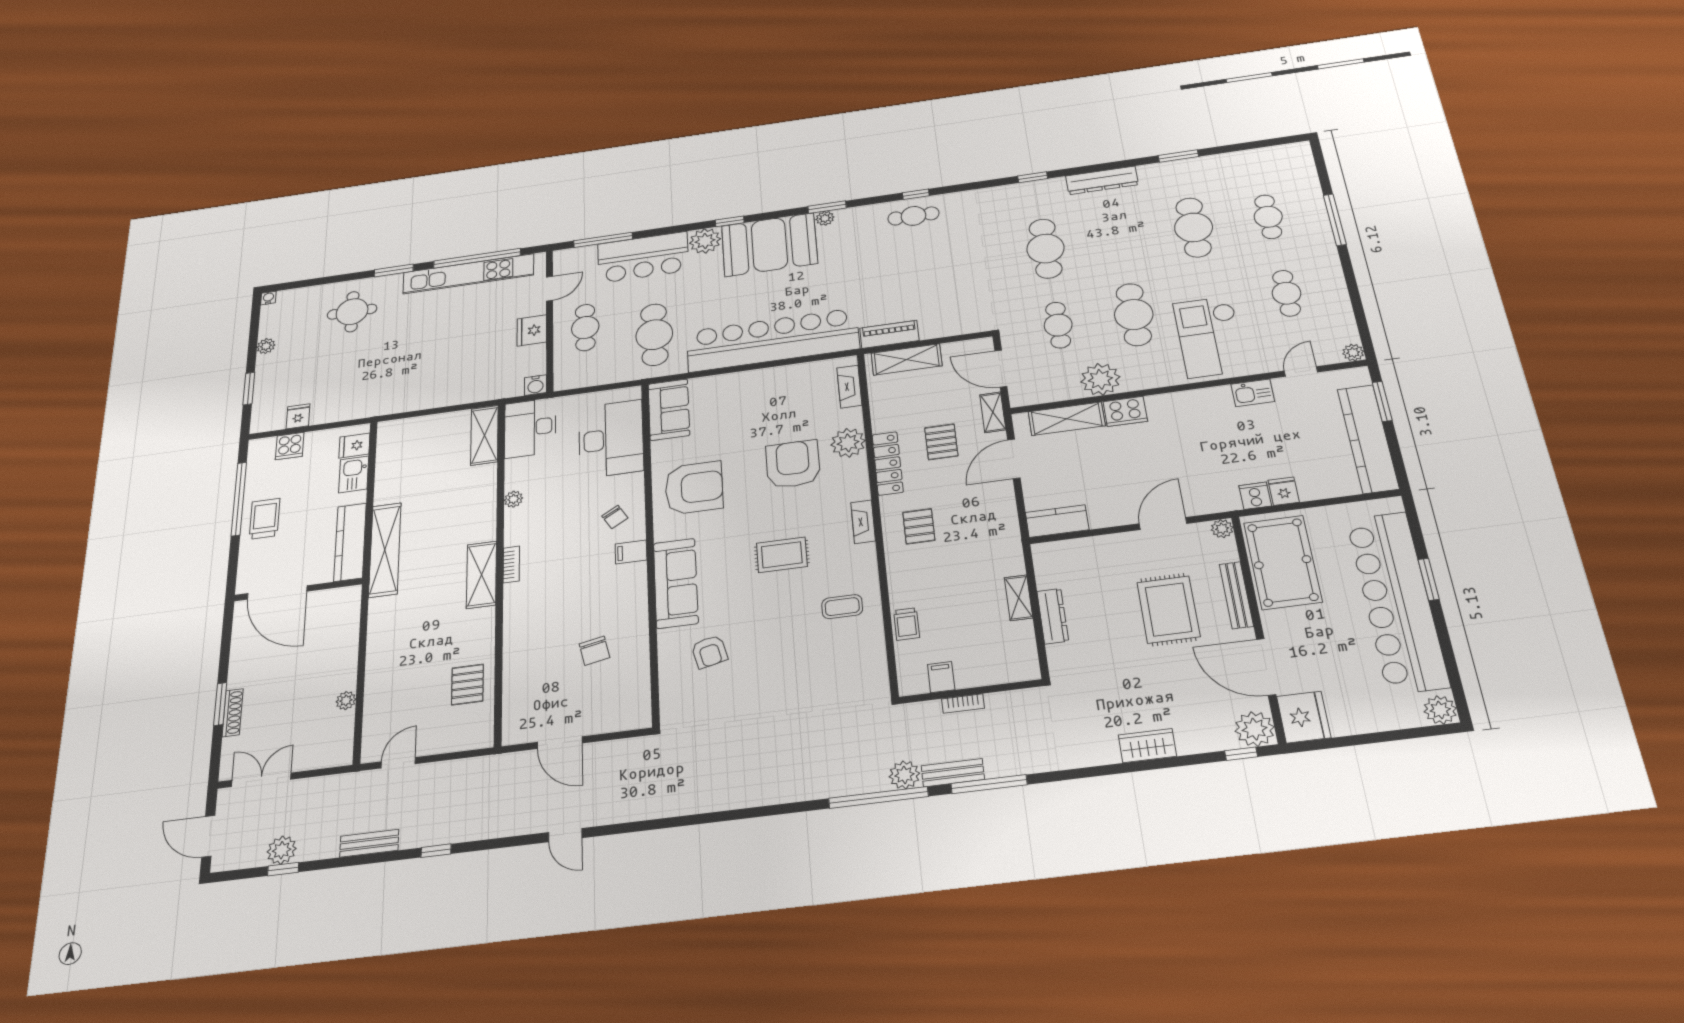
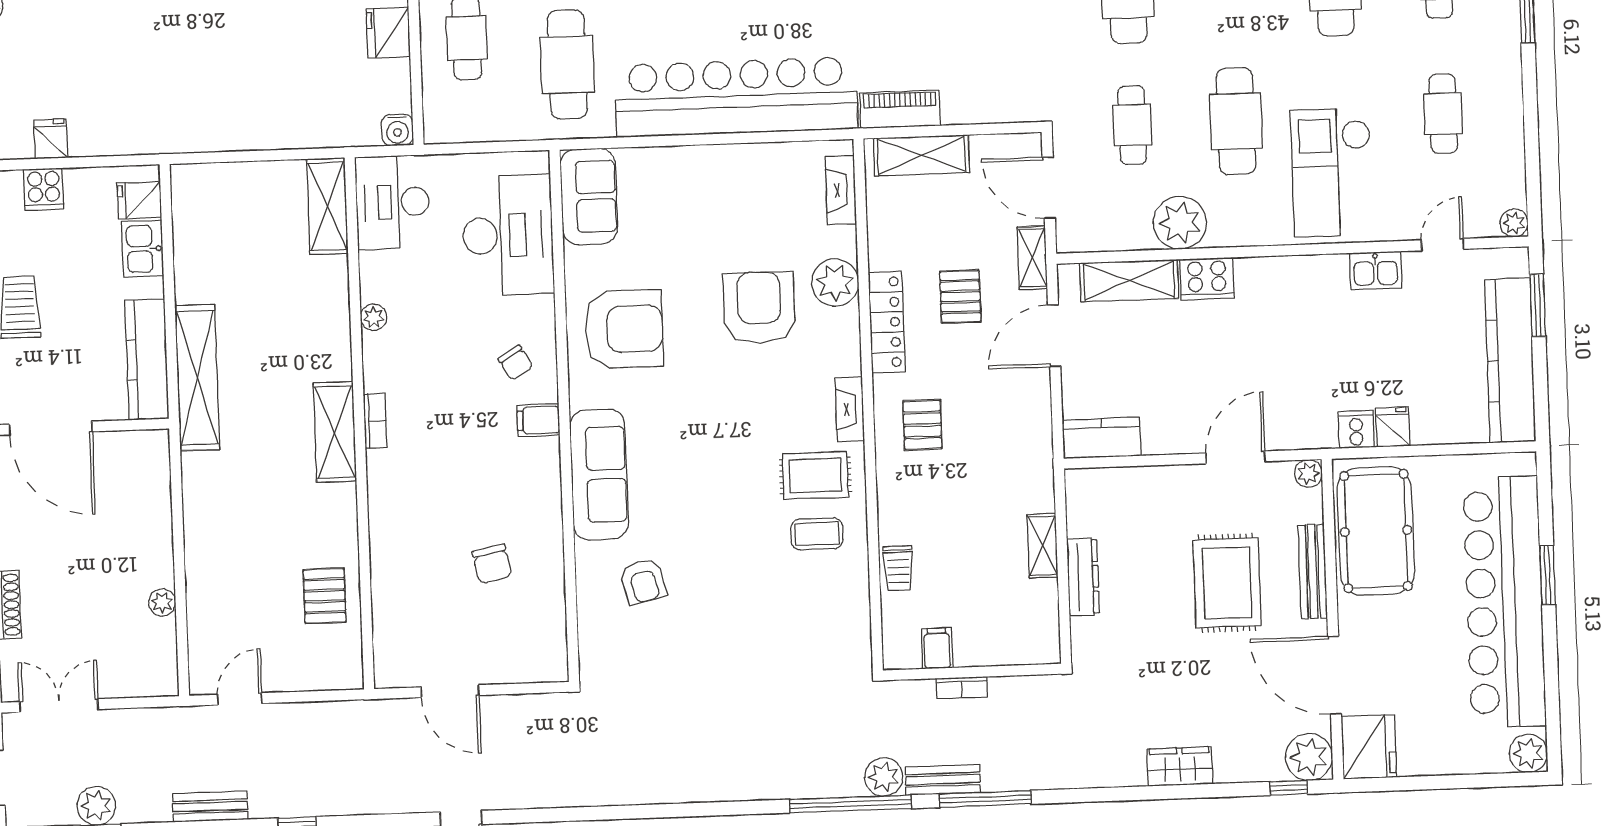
rug: (782, 555) -> (815, 475), moved

